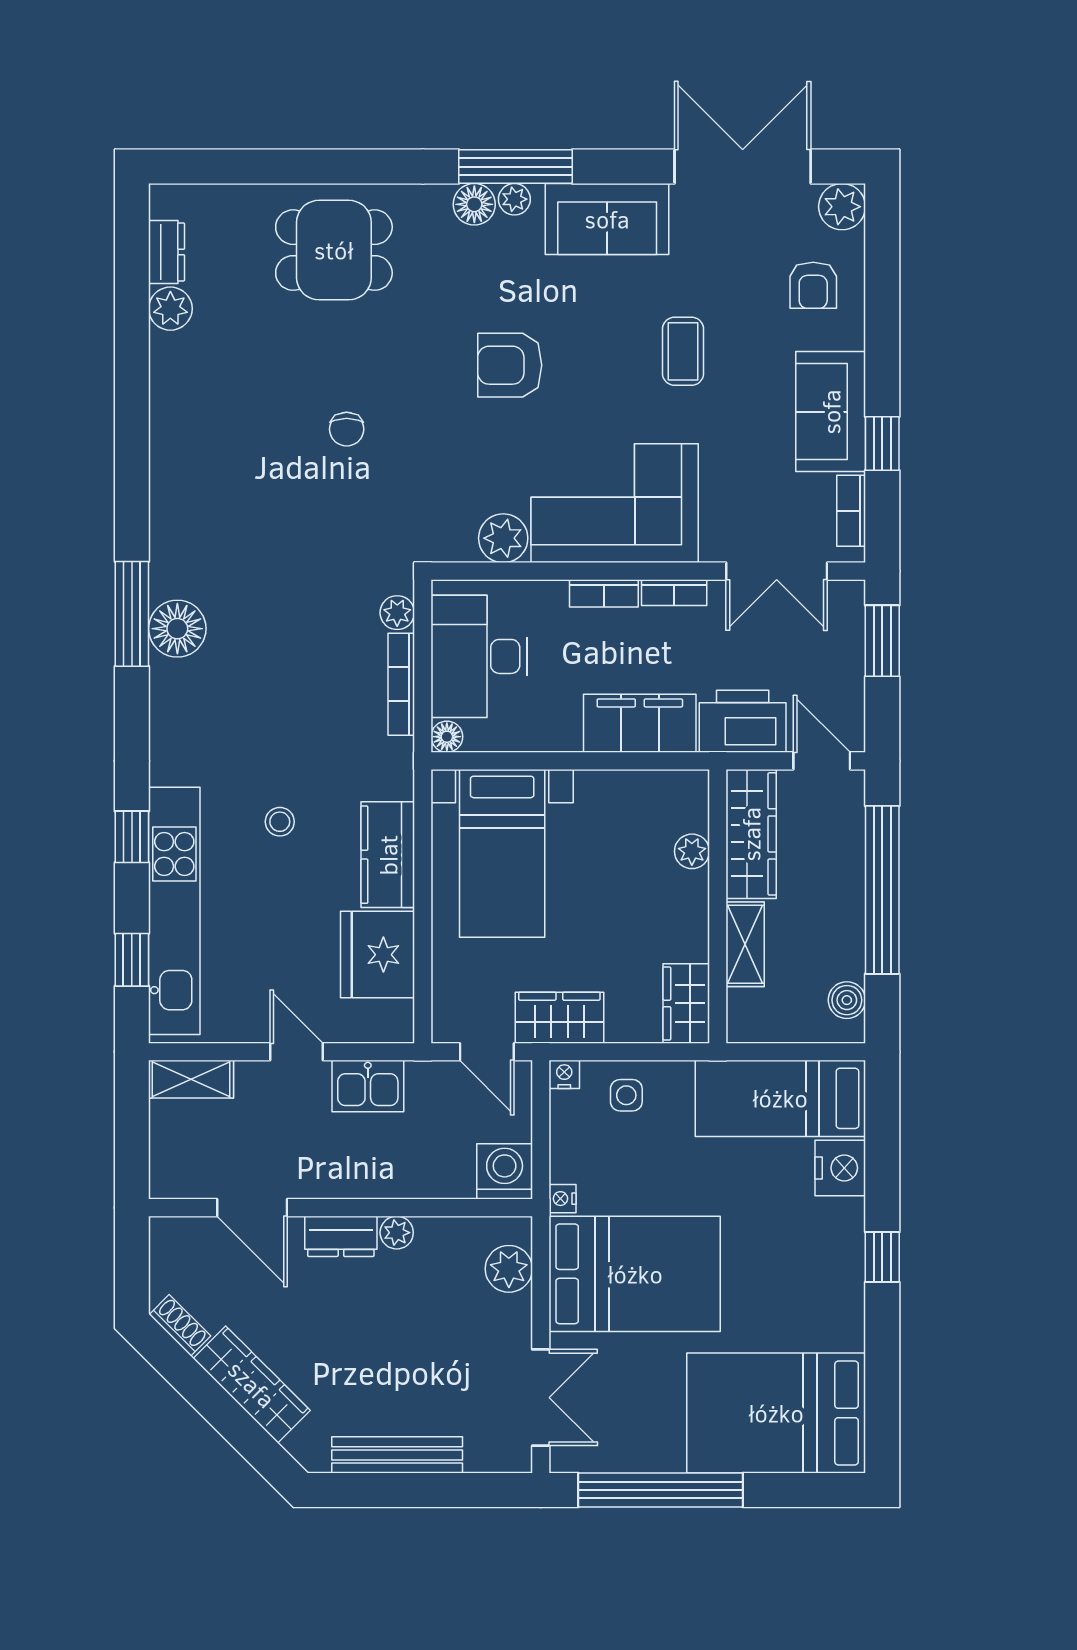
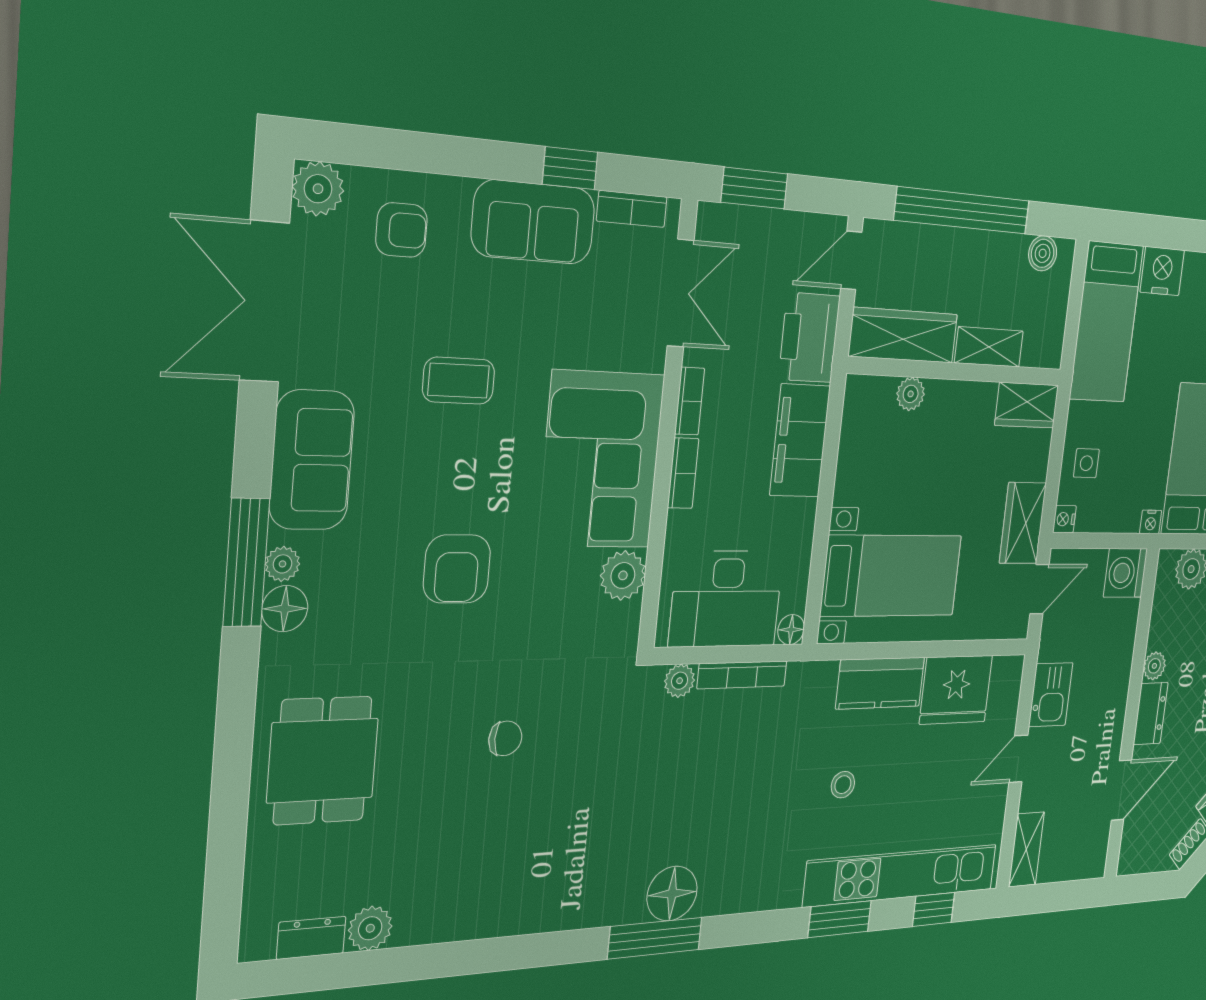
window: (132, 837) -> (840, 919), width x1.50

